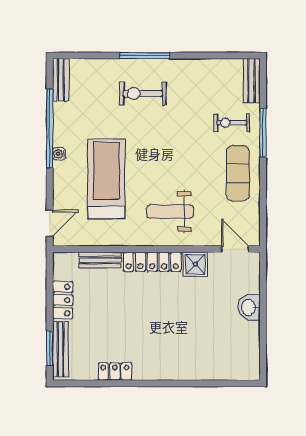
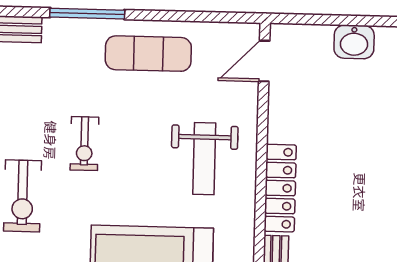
exercise bike: (232, 123) -> (84, 144), moved
shower: (195, 264) -> (286, 122), removed

